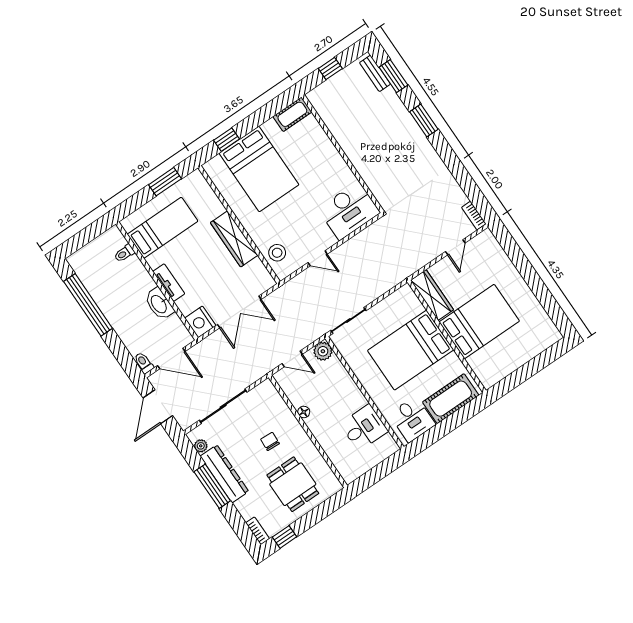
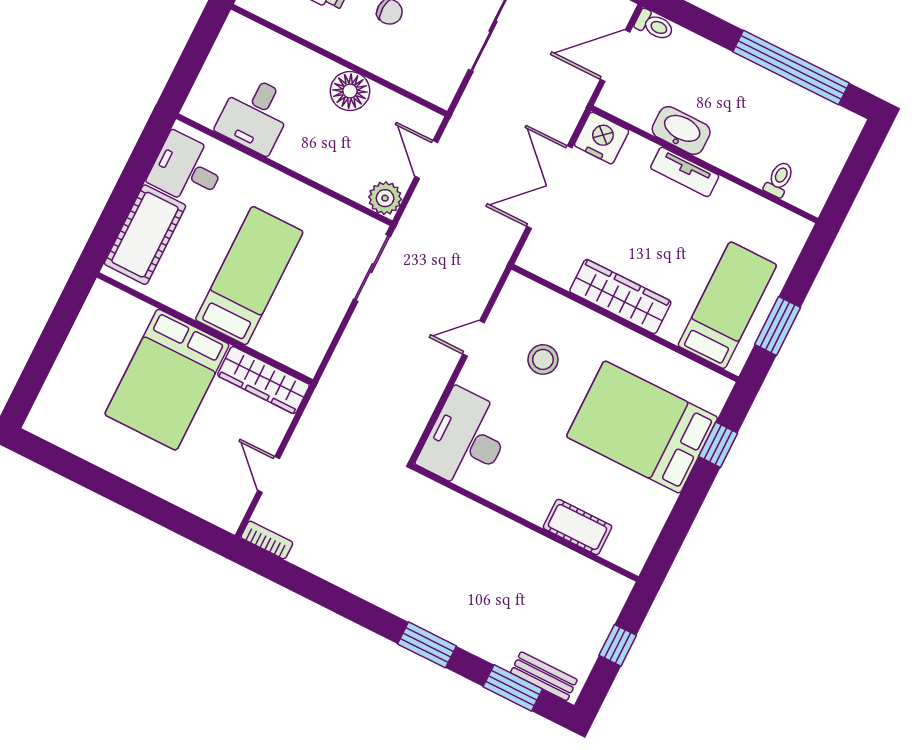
cot: (292, 114) -> (578, 527), moved, turned 90
bed: (162, 228) -> (727, 305), moved, turned 180
stool: (277, 253) -> (543, 359), moved
bed: (411, 350) -> (249, 276), width x0.67
door: (292, 359) -> (426, 160), hinge flipped
floor lamp: (304, 412) -> (350, 91), width x1.89, depth x1.89

